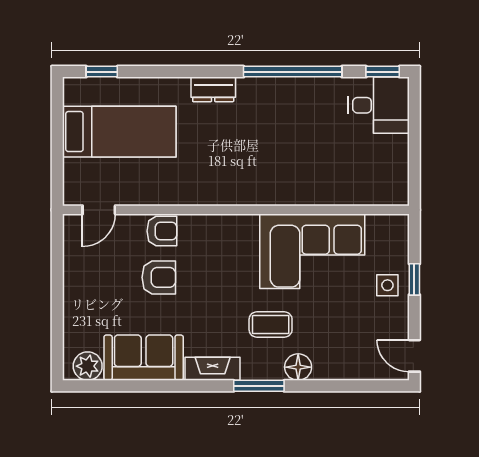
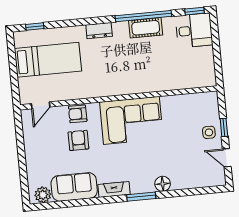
cot: (295, 92) -> (146, 28), added
armchair: (162, 231) -> (78, 114), turned 180
corner sofa: (312, 251) -> (131, 120), moved
armchair: (159, 277) -> (78, 140), turned -90
coffee table: (271, 324) -> (145, 161), removed
door: (414, 356) -> (227, 158), moved

